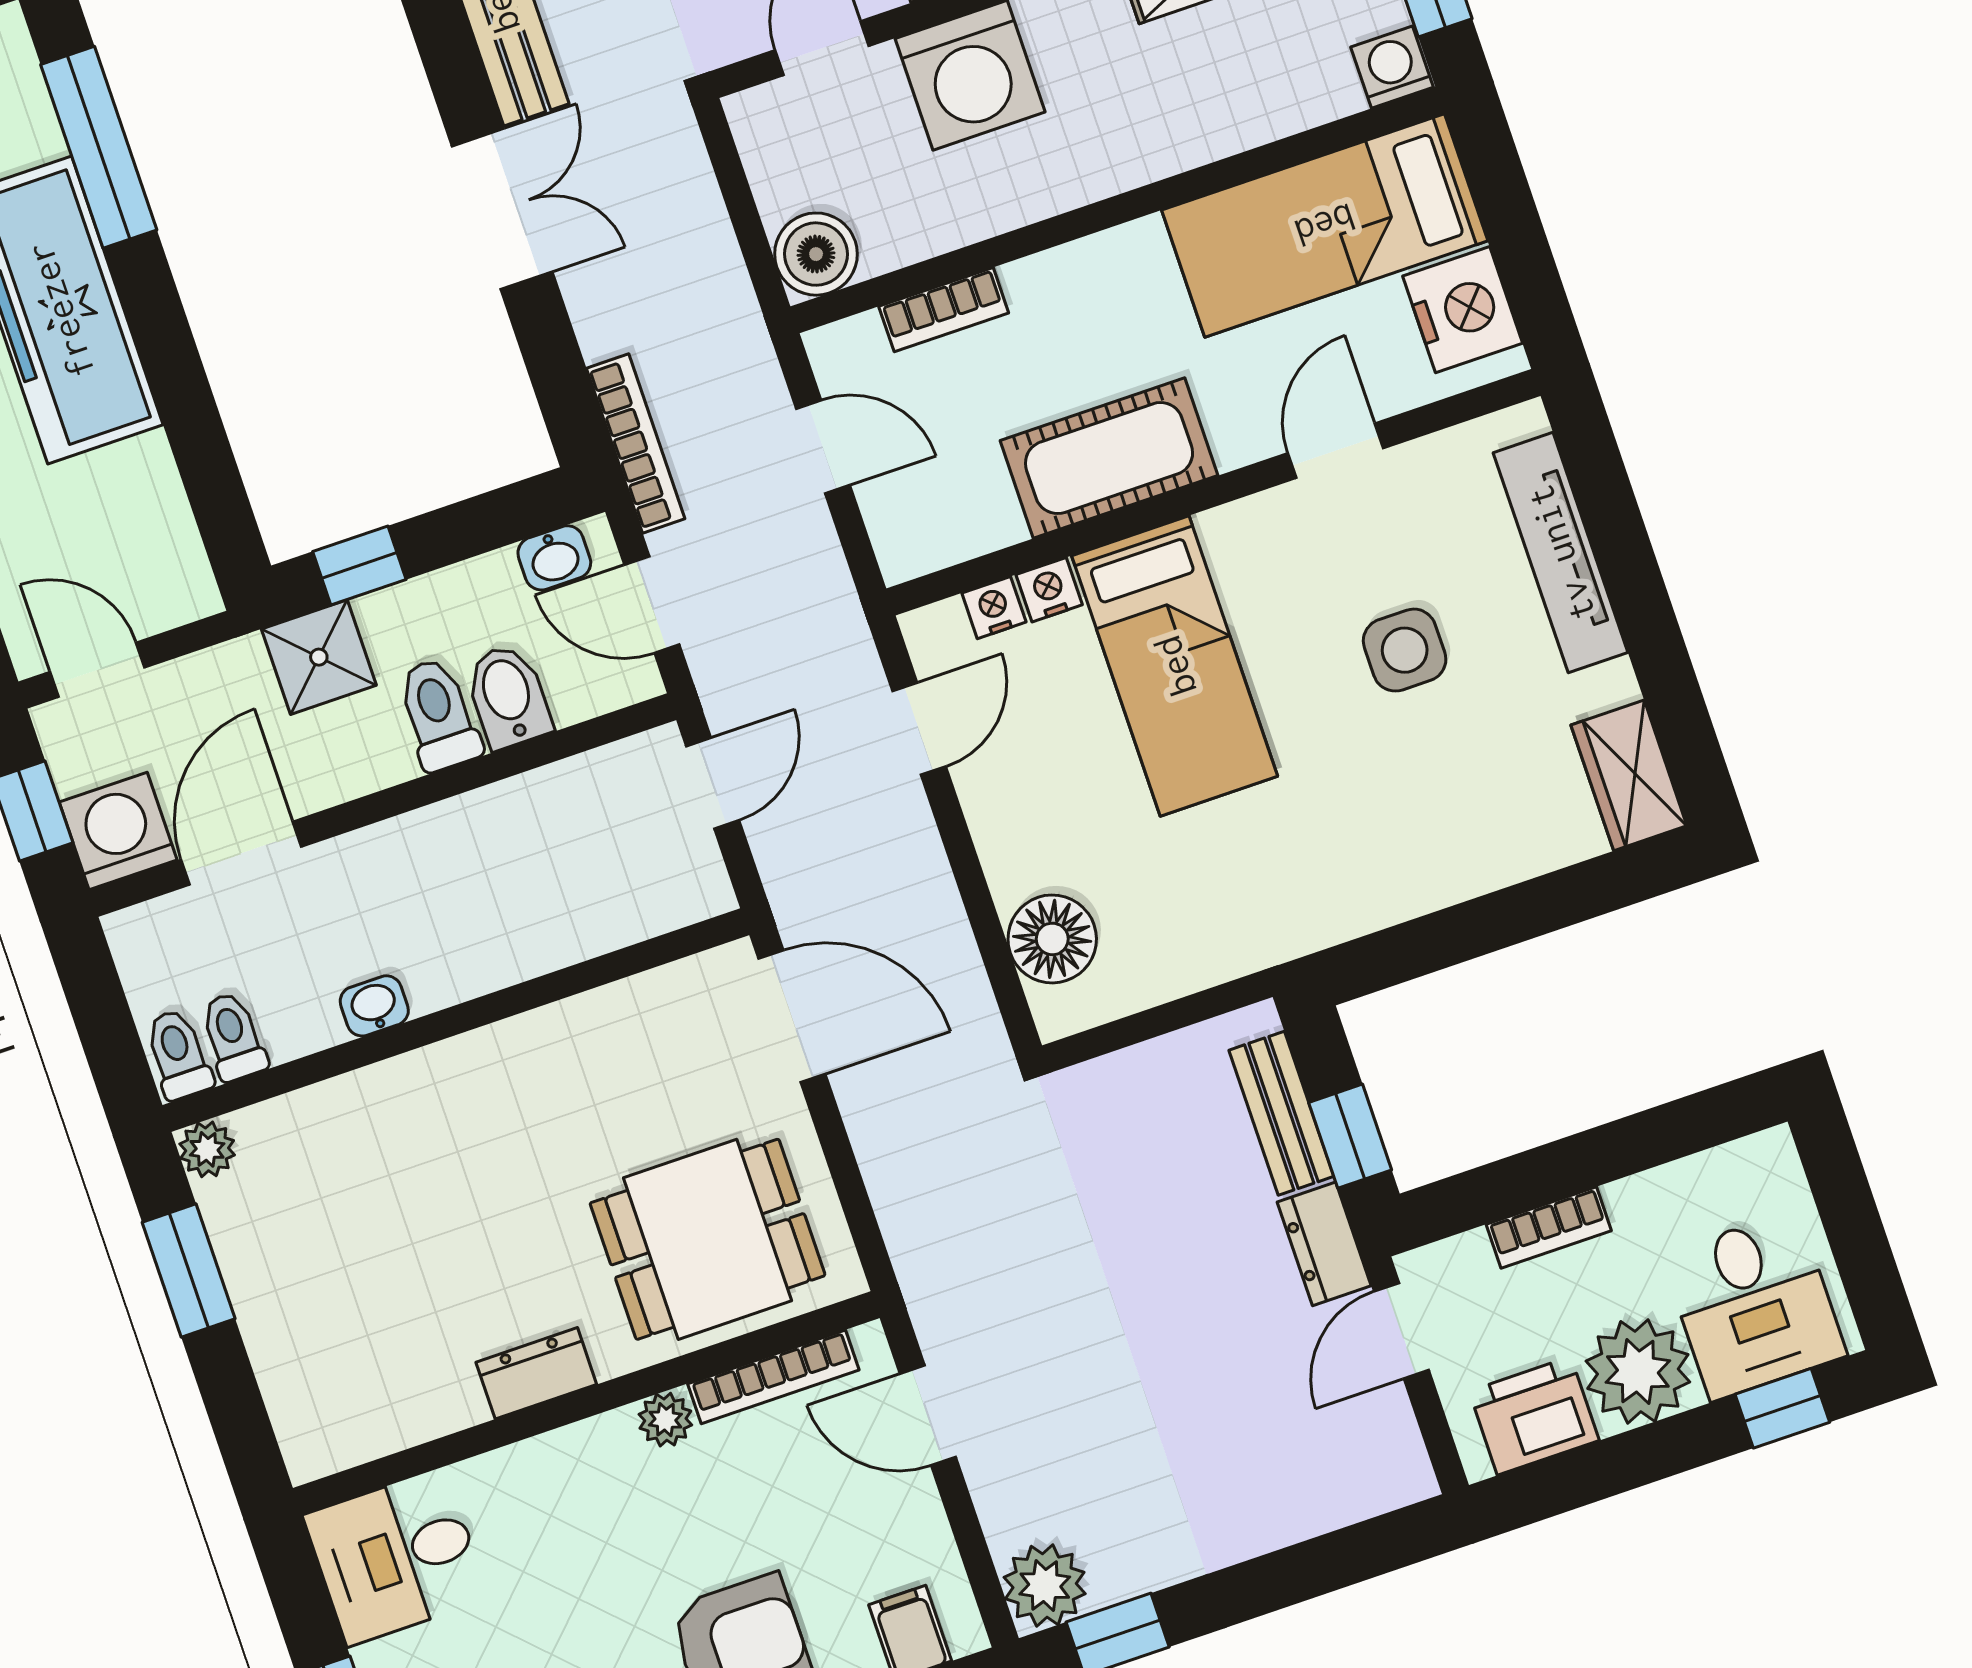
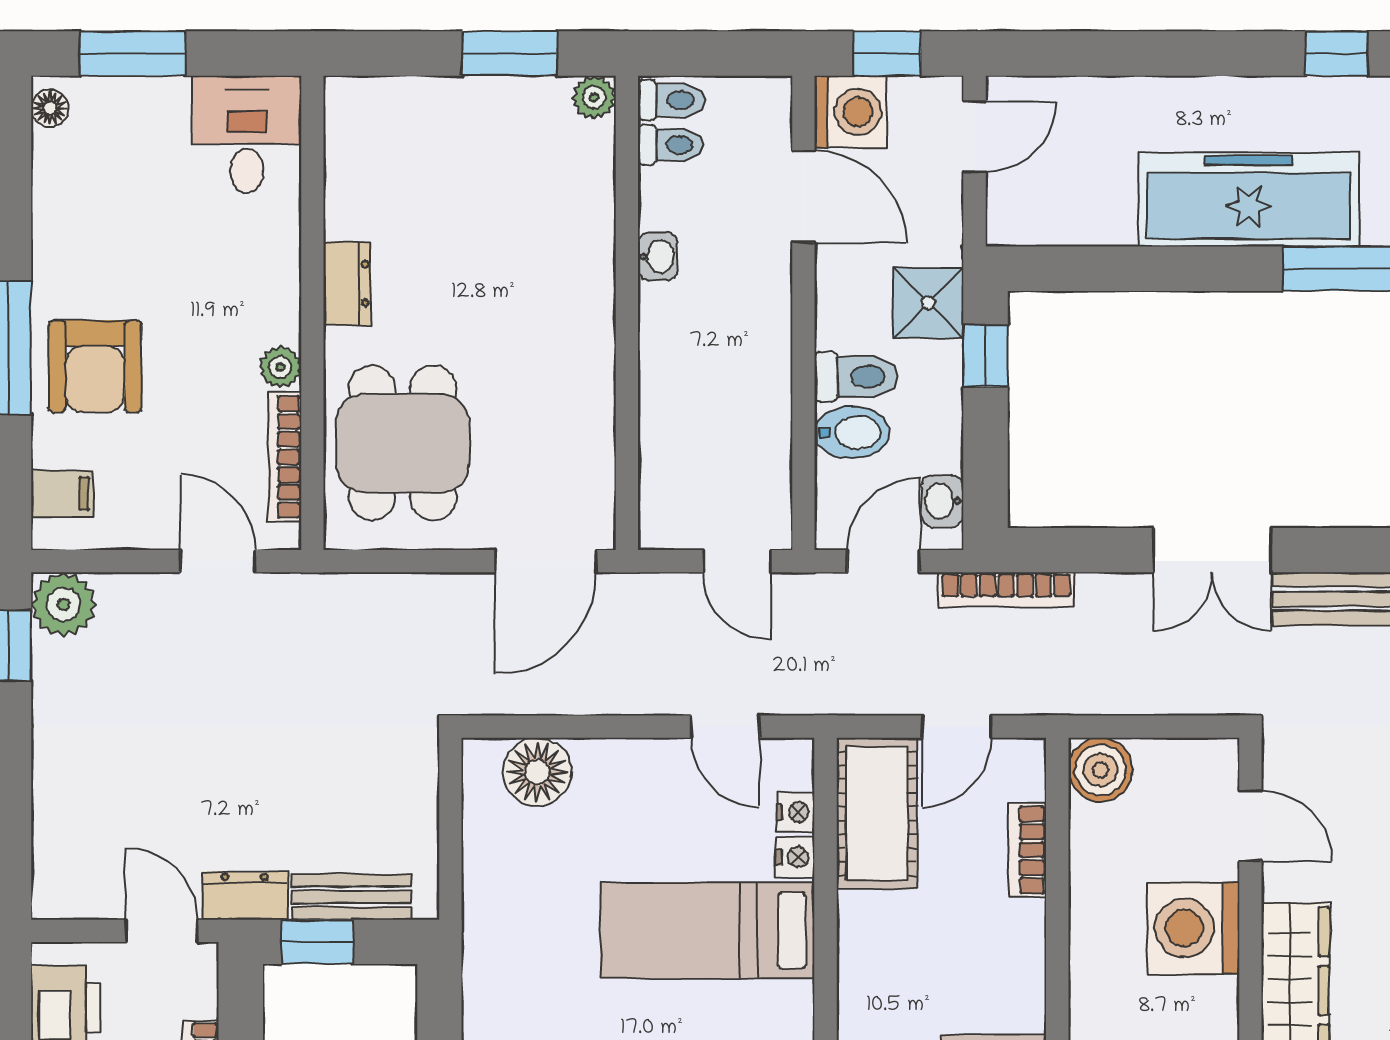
cot: (1109, 458) -> (877, 813), moved
door: (928, 1415) -> (218, 561), hinge flipped

